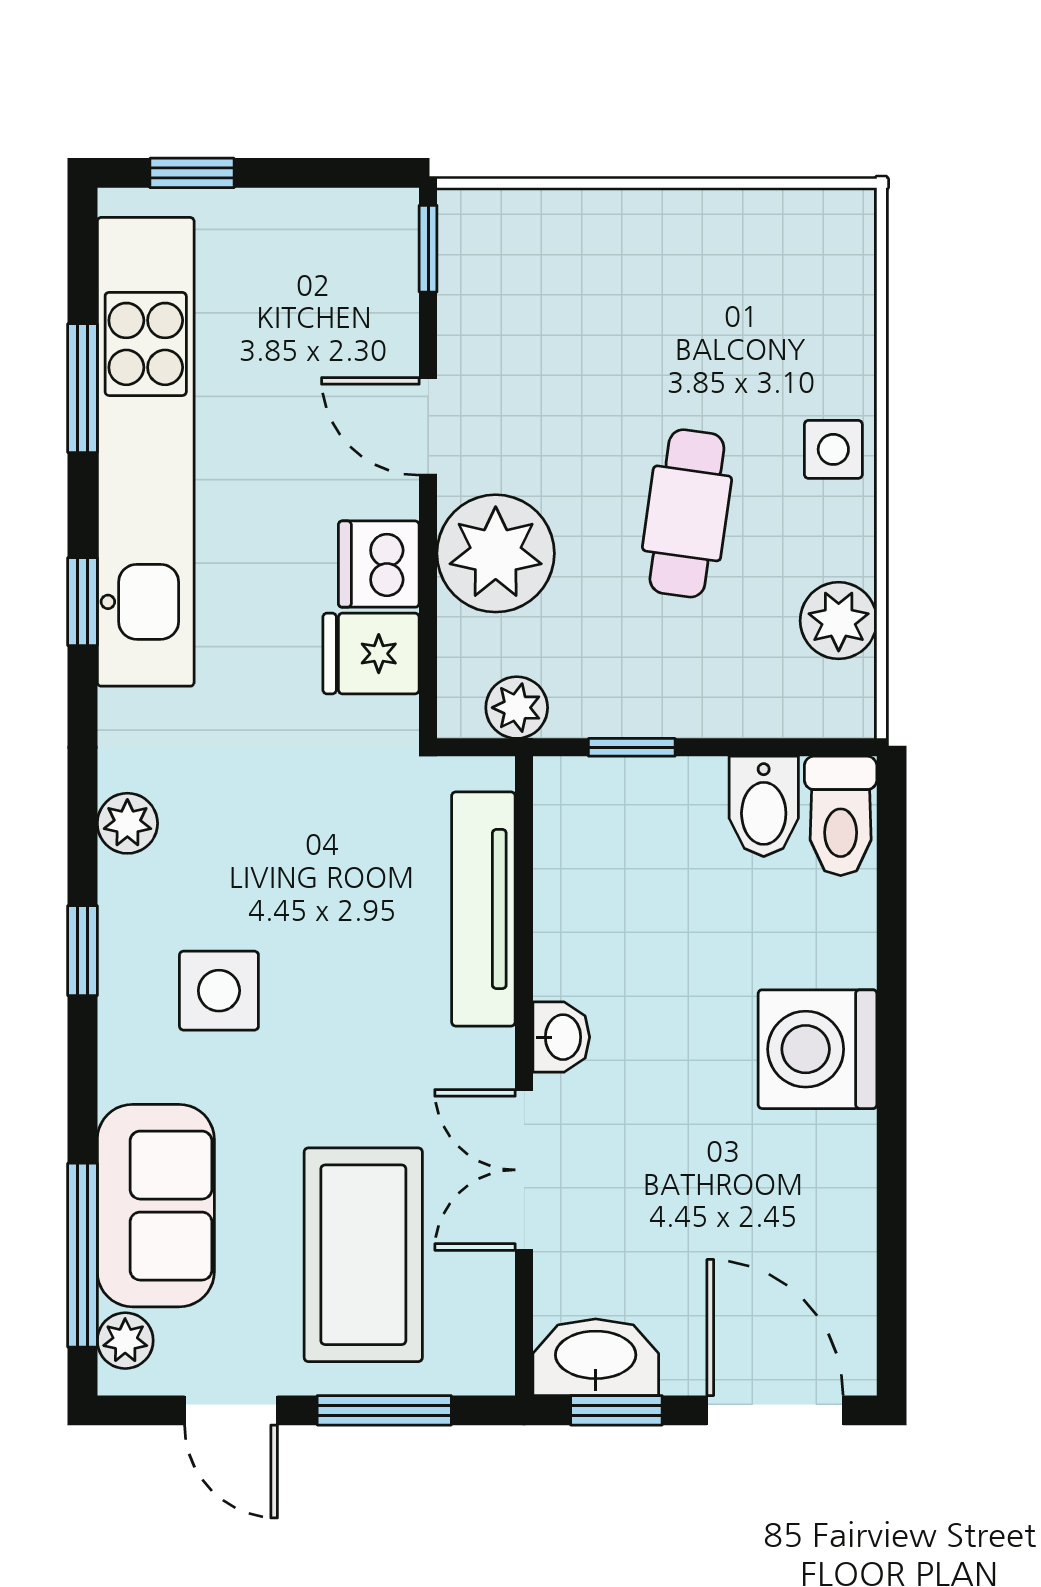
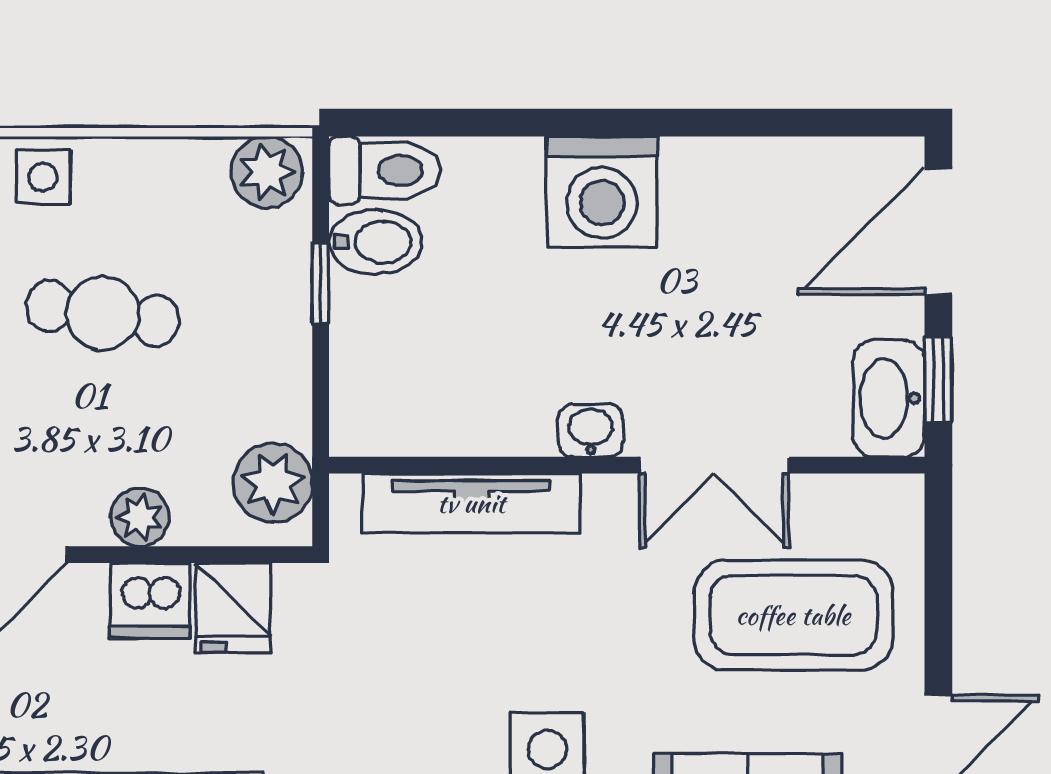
plant: (496, 553) -> (140, 517), width x0.53, depth x0.53
plant: (839, 621) -> (267, 172), moved
plant: (517, 708) -> (273, 483), width x1.38, depth x1.38
window: (632, 747) -> (321, 283), moved
window: (384, 1410) -> (938, 595), removed

